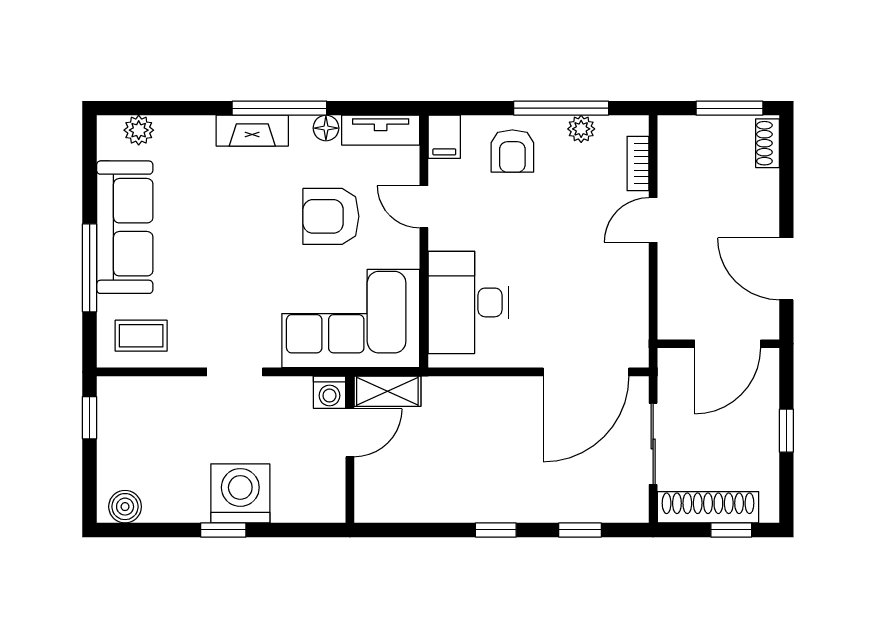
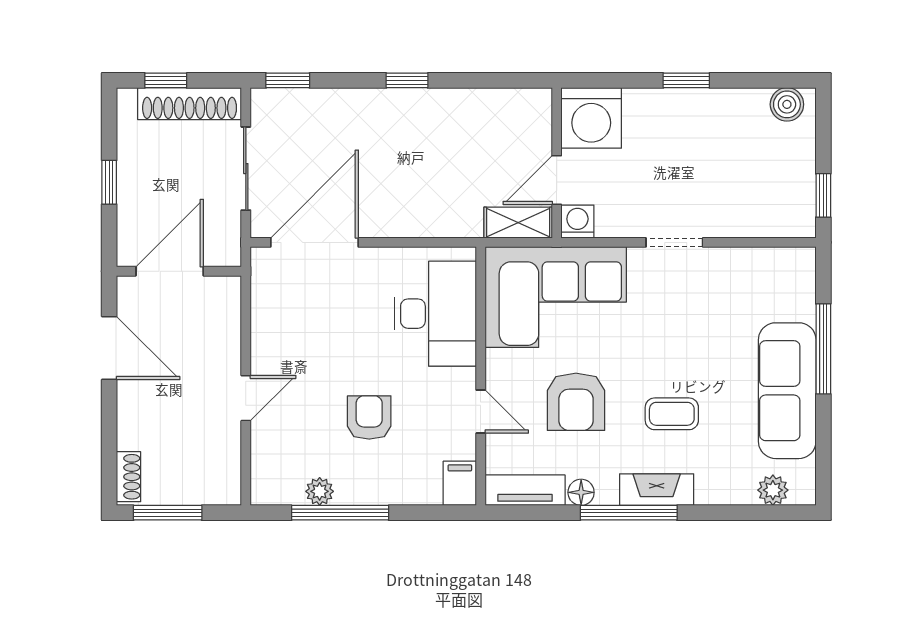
armchair: (512, 151) -> (369, 418), moved
bookcase: (638, 164) -> (261, 456), removed
armchair: (331, 216) -> (576, 402), turned 90
coffee table: (141, 336) -> (672, 414), moved
washing machine: (240, 493) -> (591, 118), moved
window: (580, 530) -> (288, 80), moved

